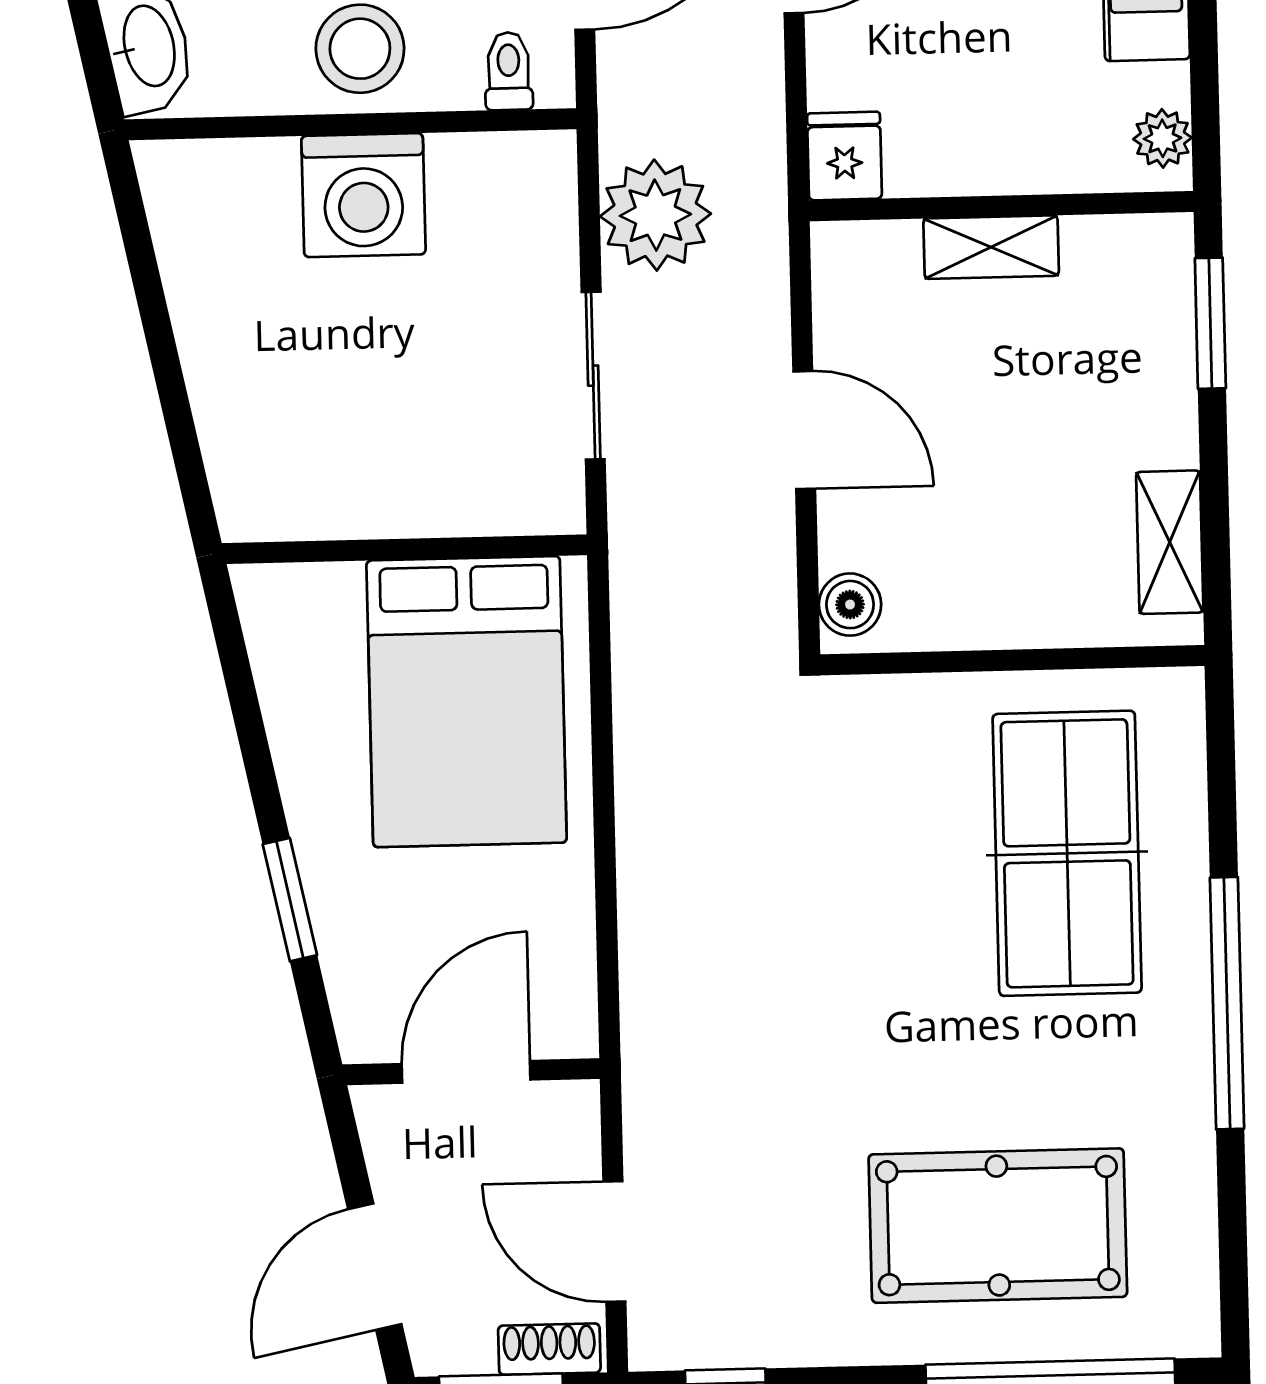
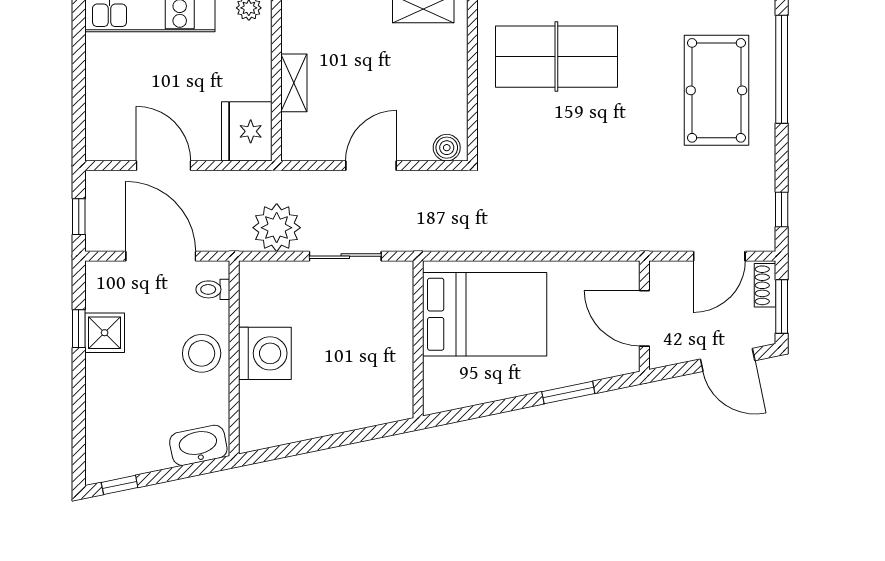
fridge: (844, 156) -> (247, 131), width x1.88, depth x1.34

